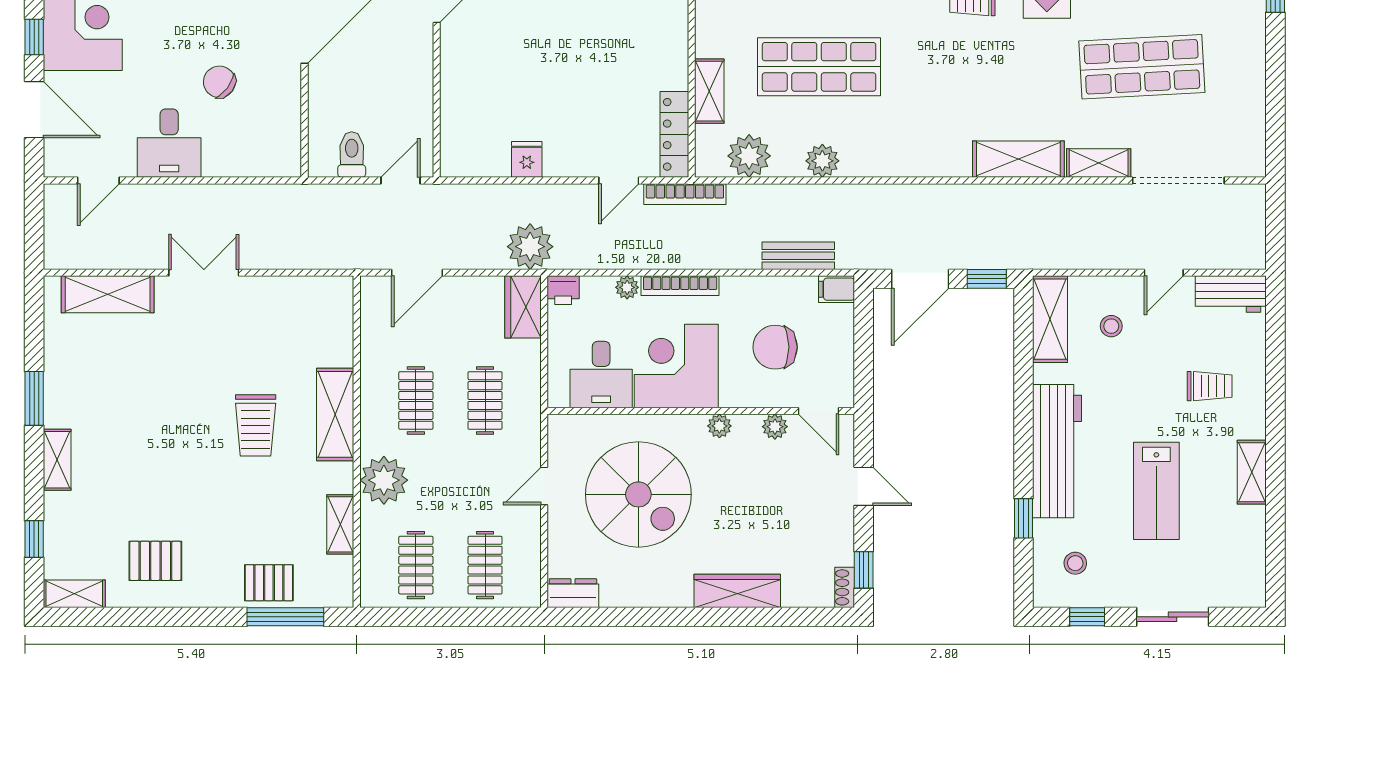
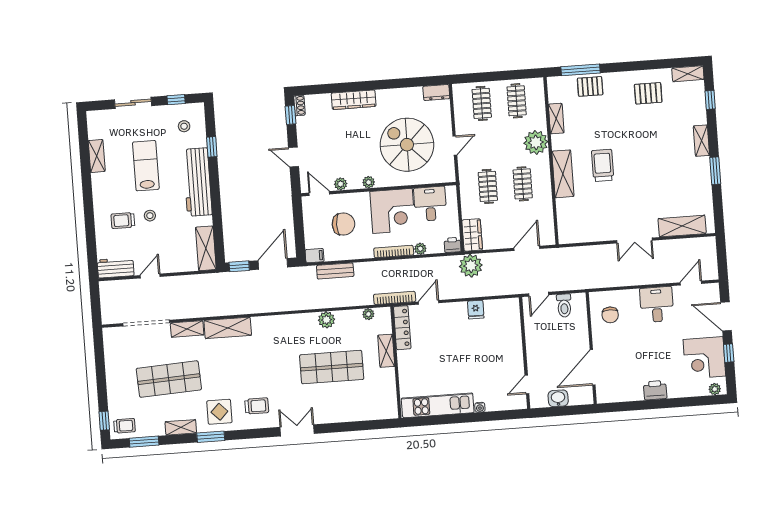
chair: (219, 82) -> (610, 315), moved, turned 53
plant: (749, 156) -> (368, 314), width x0.53, depth x0.53
stool: (1111, 326) -> (150, 216), moved
shelving: (1252, 472) -> (97, 156), moved

